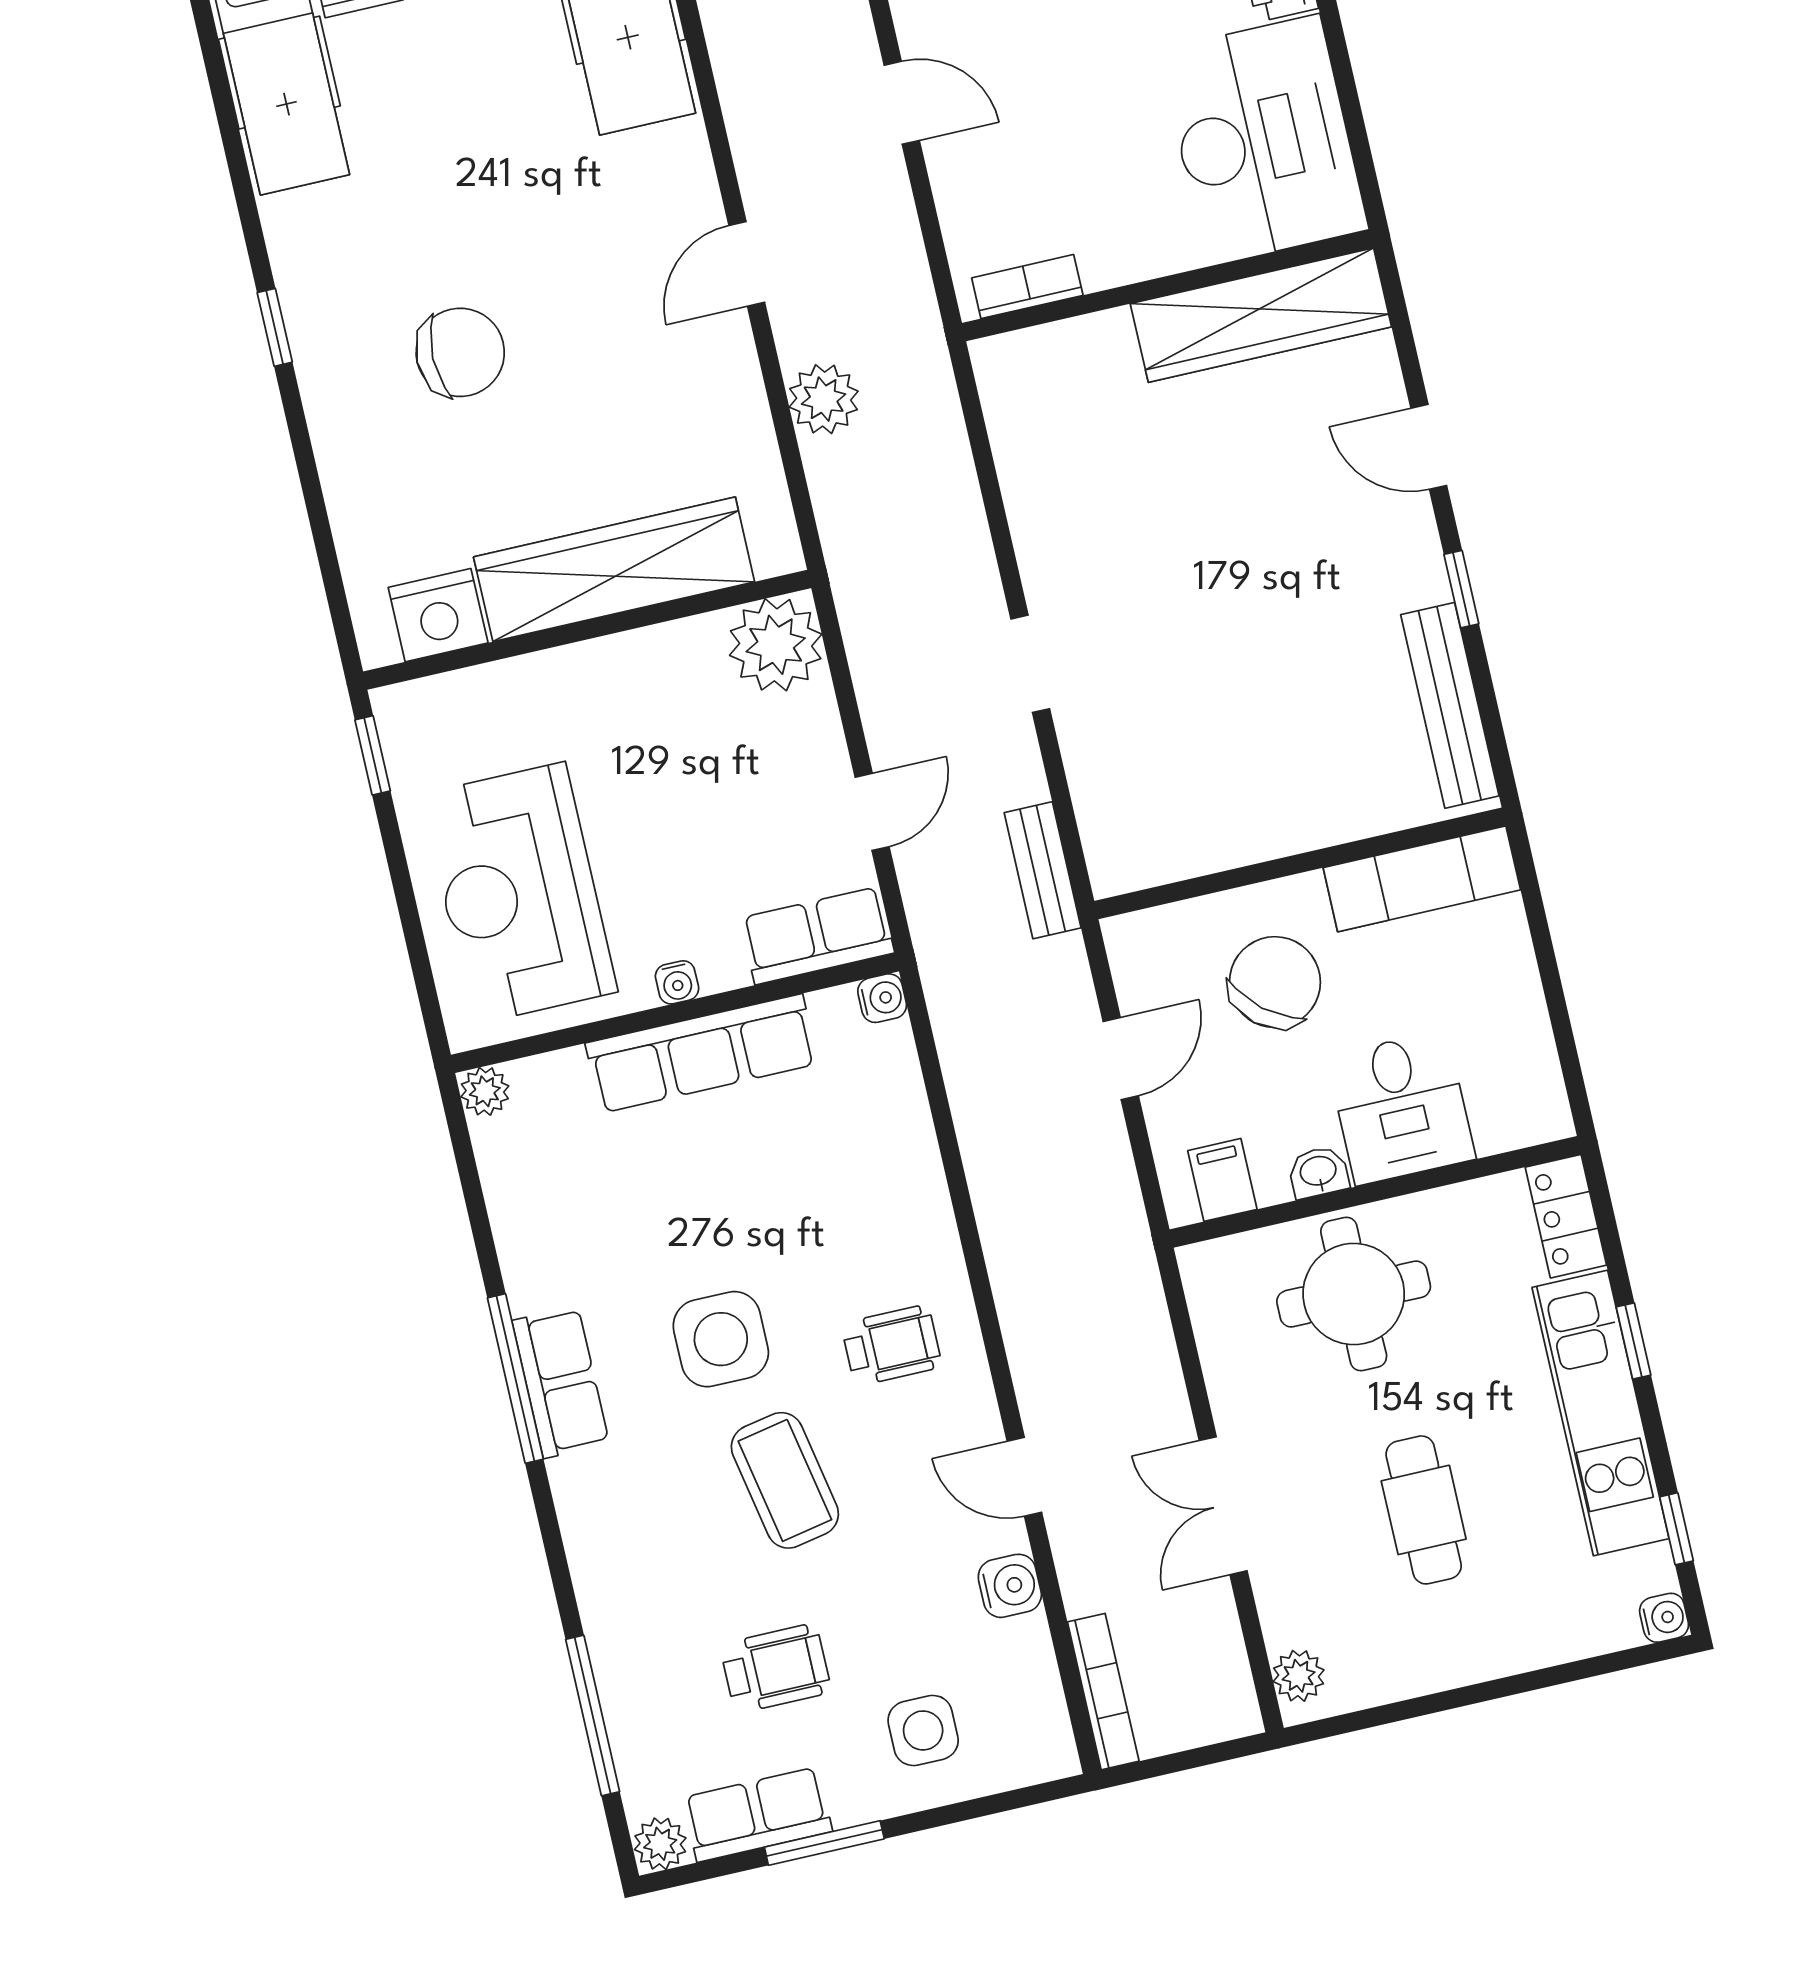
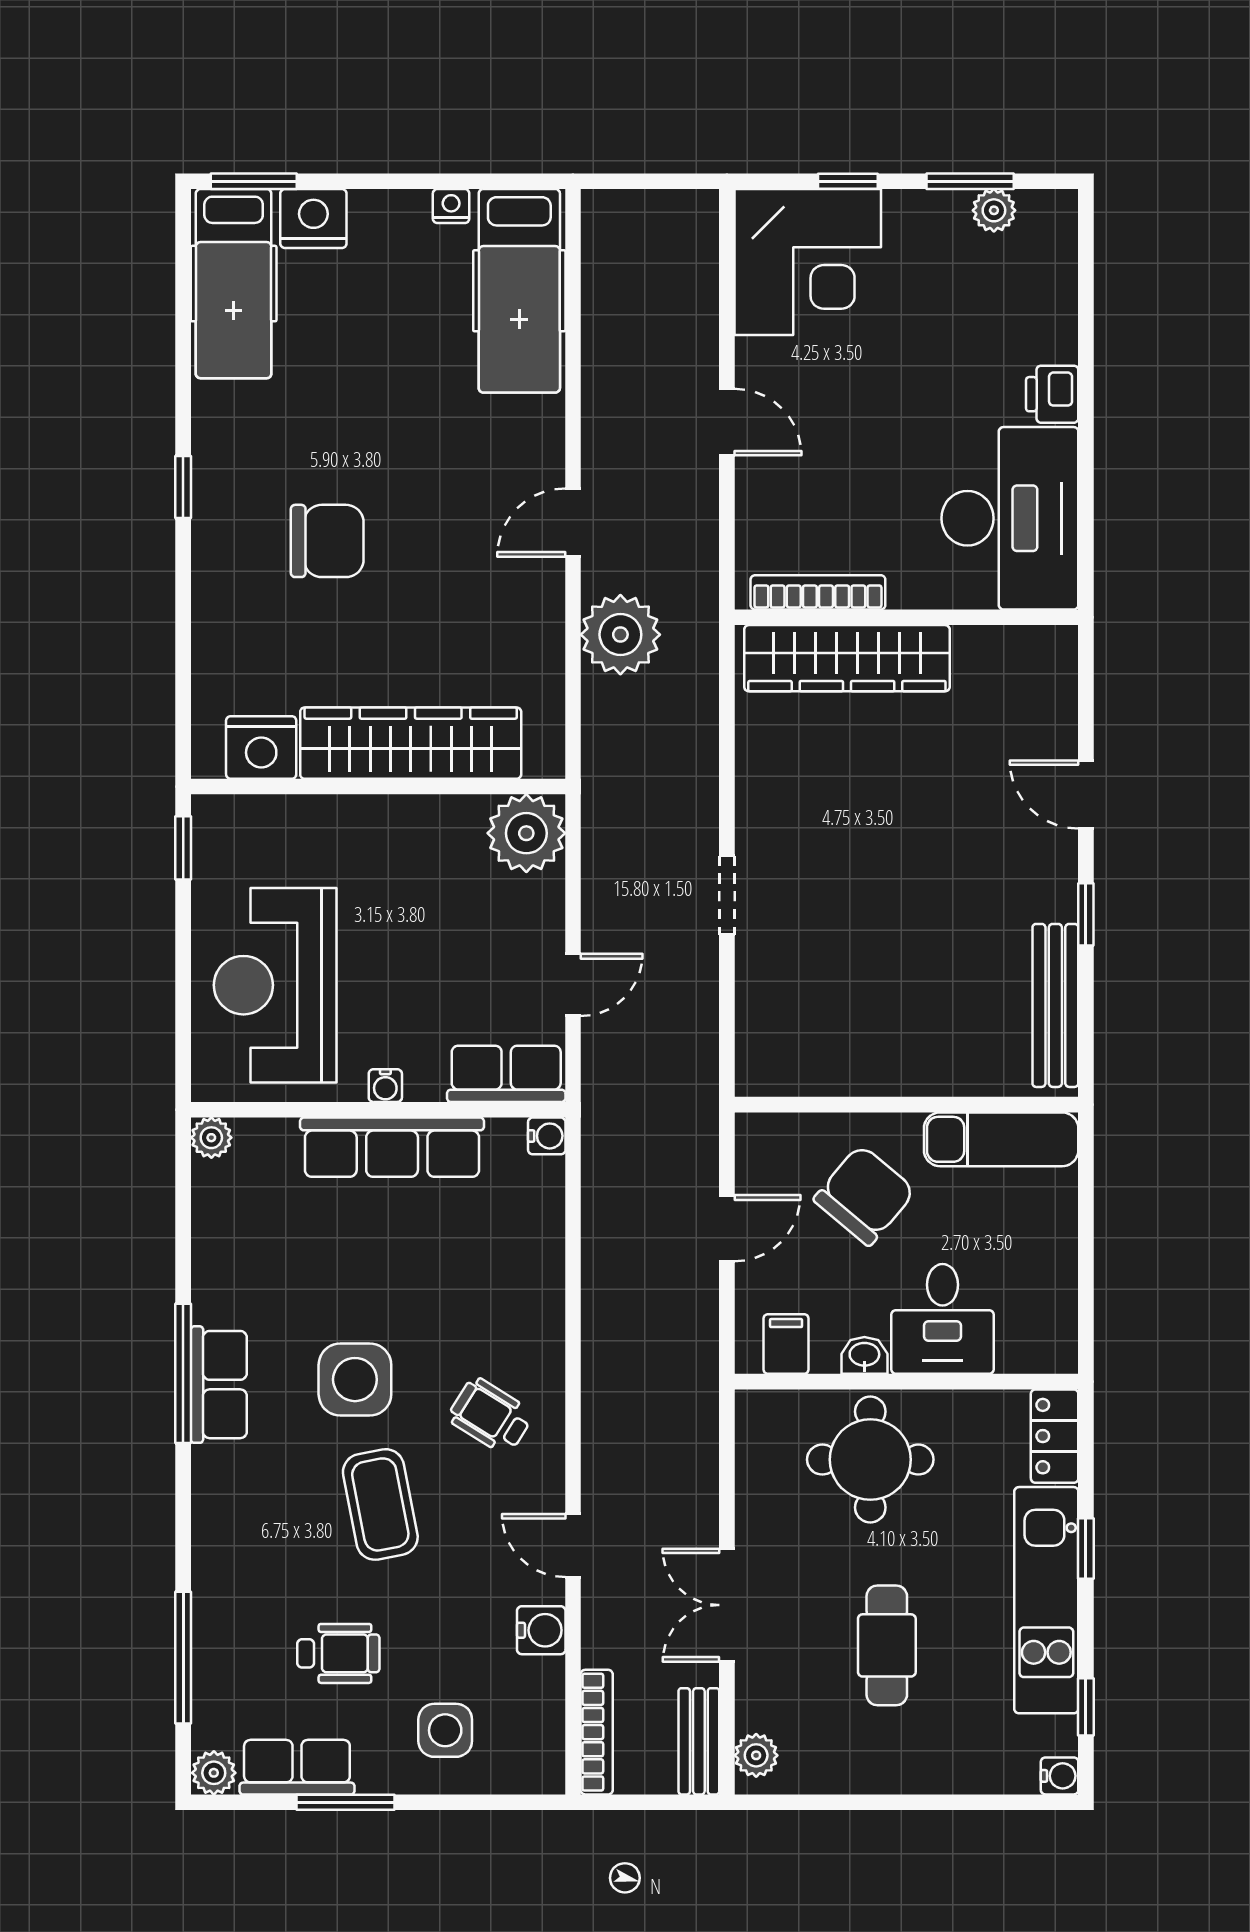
bookcase: (1027, 287) -> (818, 592), width x1.56
wardrobe: (1261, 315) -> (847, 658), moved
plant: (824, 399) -> (620, 635), width x1.36, depth x1.36
bench: (1043, 870) -> (699, 1741), moved
wheelchair: (891, 1345) -> (491, 1416), turned -148

